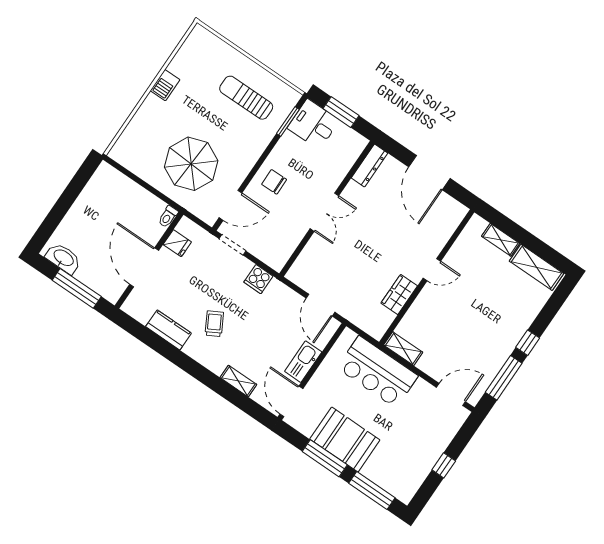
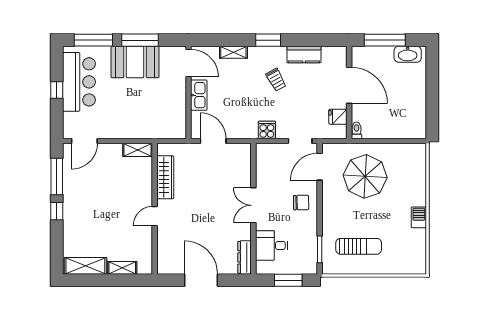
desk: (313, 124) -> (272, 245), moved, turned 180
wardrobe: (399, 295) -> (165, 177), width x1.50
window: (195, 369) -> (268, 40), added
bar counter: (377, 372) -> (79, 82), moved, turned 90

